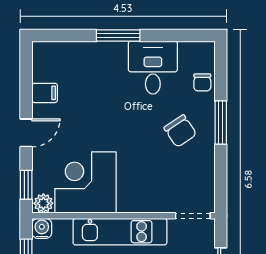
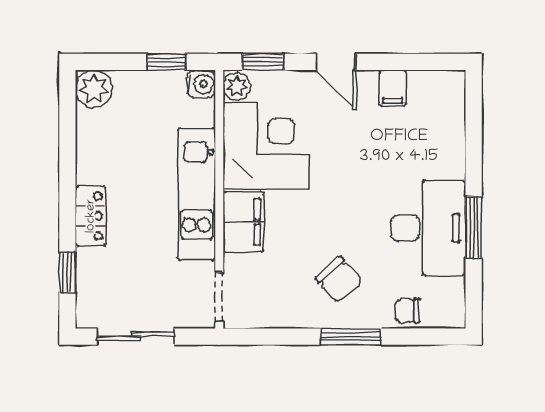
window: (118, 35) -> (474, 227), moved
desk: (153, 68) -> (428, 228), width x1.37
chair: (180, 131) -> (339, 279), turned -98
filing cabinet: (139, 199) -> (243, 222), added

